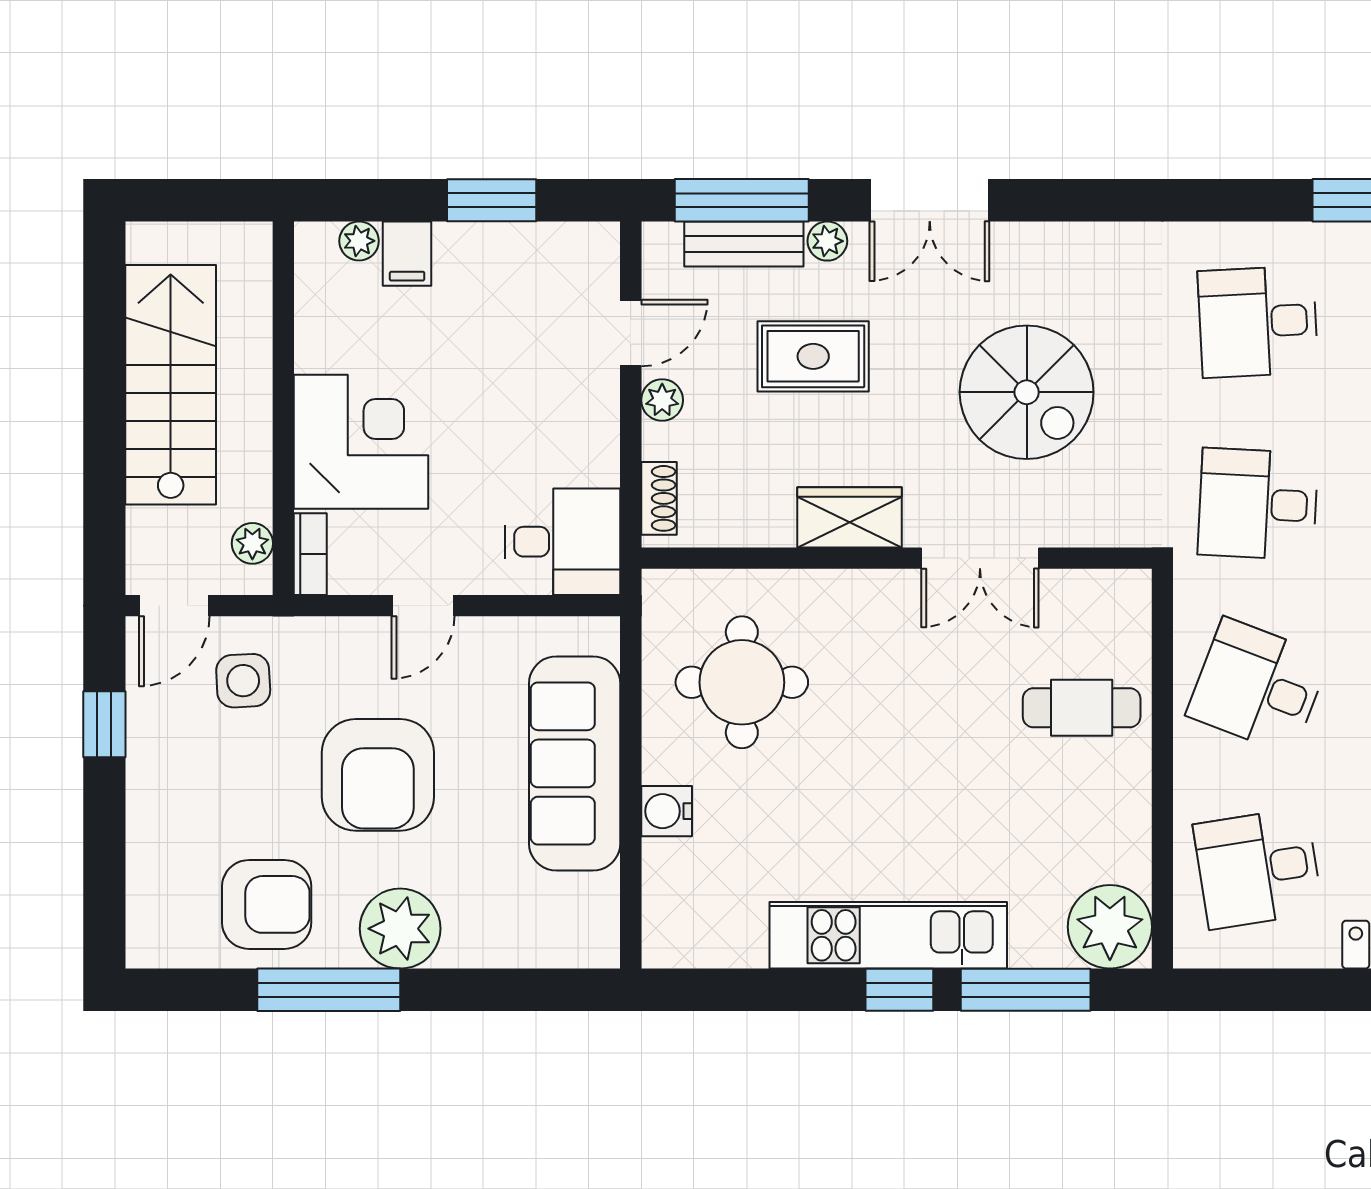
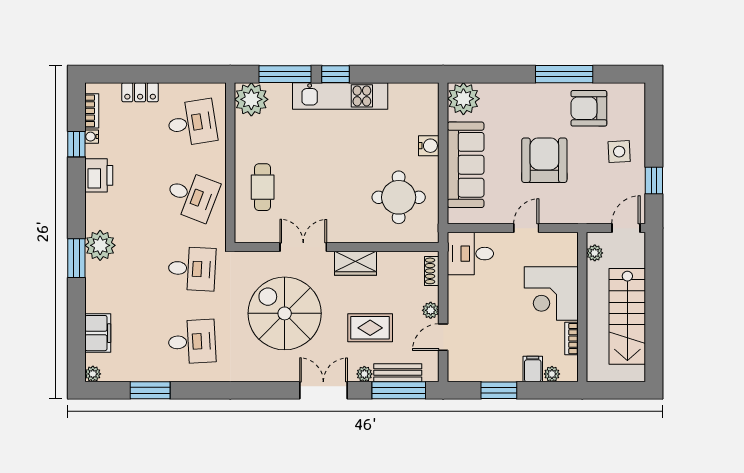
spiral stairs: (1027, 392) -> (285, 313), width x1.37, depth x1.37
bookcase: (310, 554) -> (571, 339), moved
side table: (243, 681) -> (619, 152), moved
cafe table: (1082, 708) -> (263, 187), turned 90
plant: (400, 929) -> (463, 99), moved

